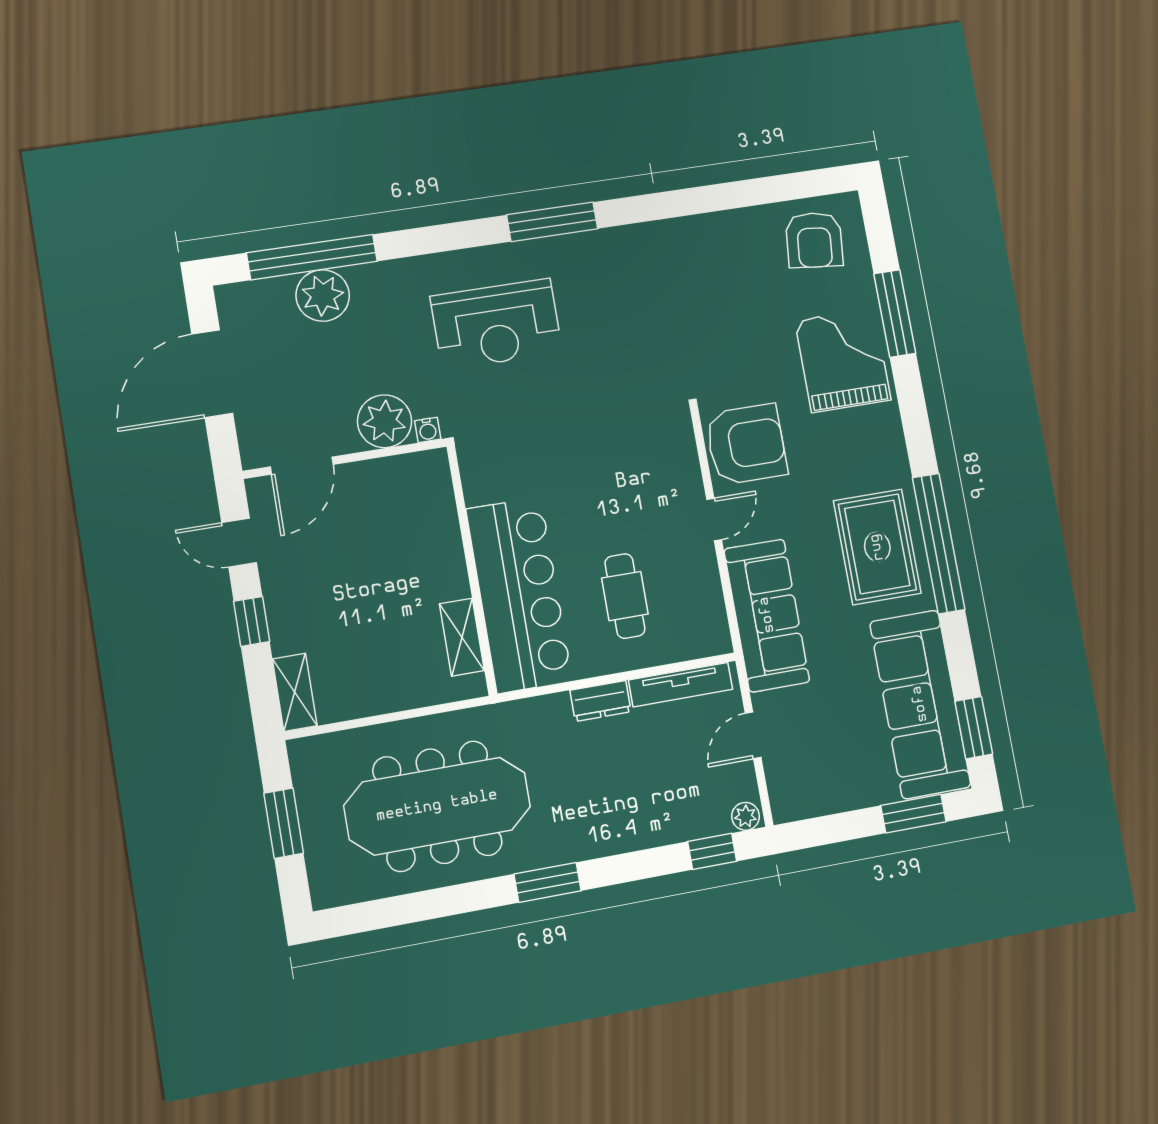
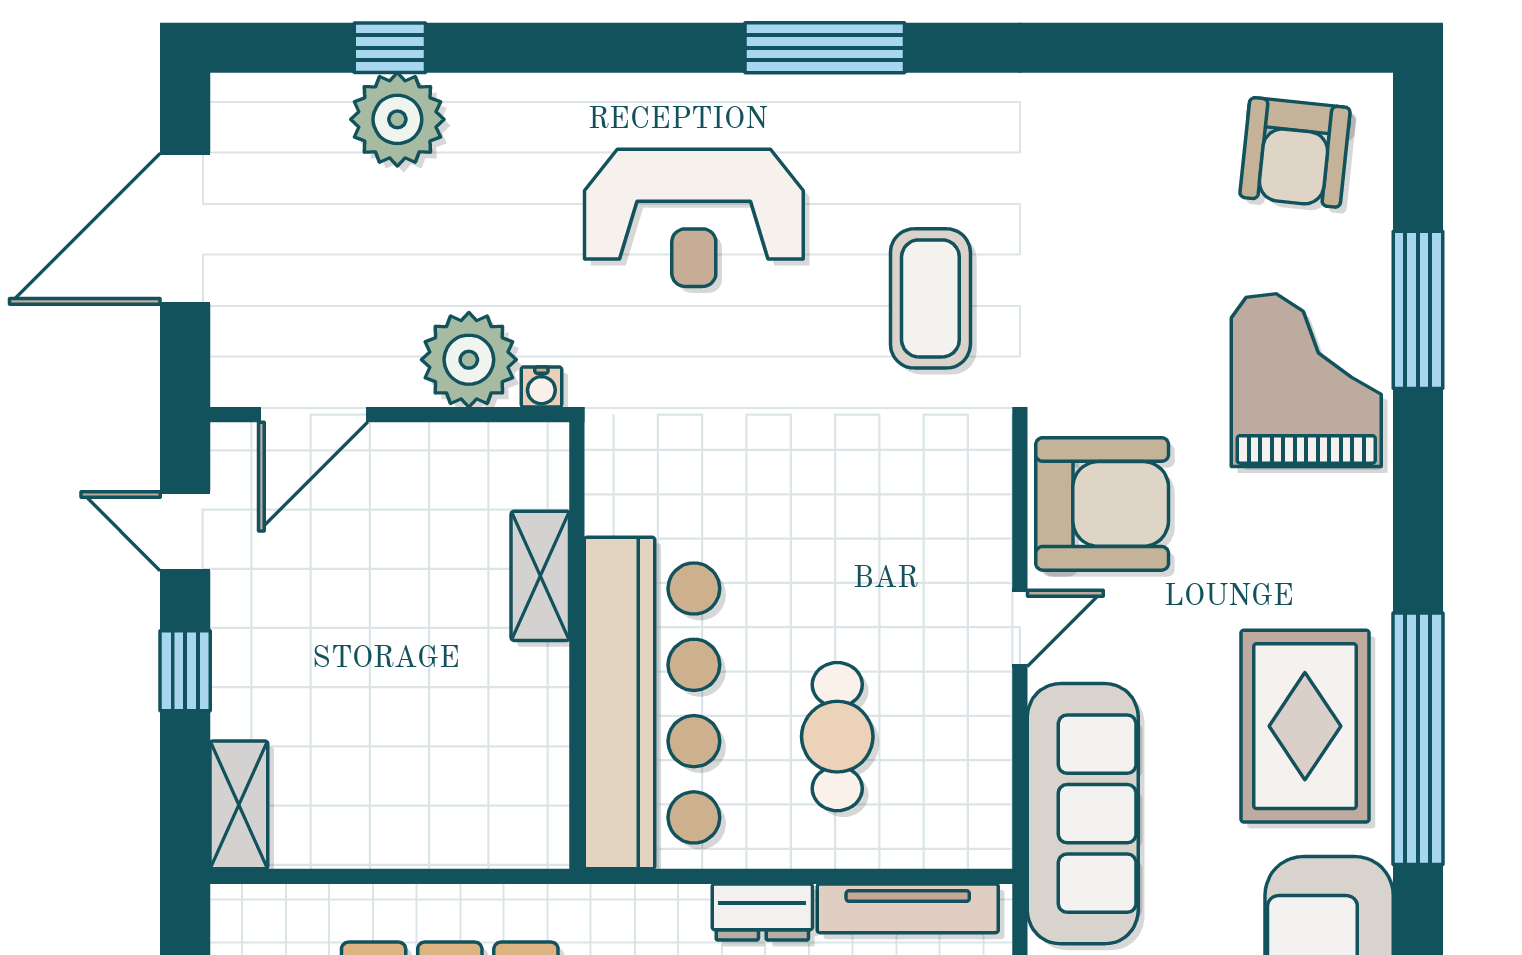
window: (312, 257) -> (390, 48), width x0.32
coffee table: (633, 348) -> (930, 298), added
shelving: (462, 637) -> (540, 576), moved

